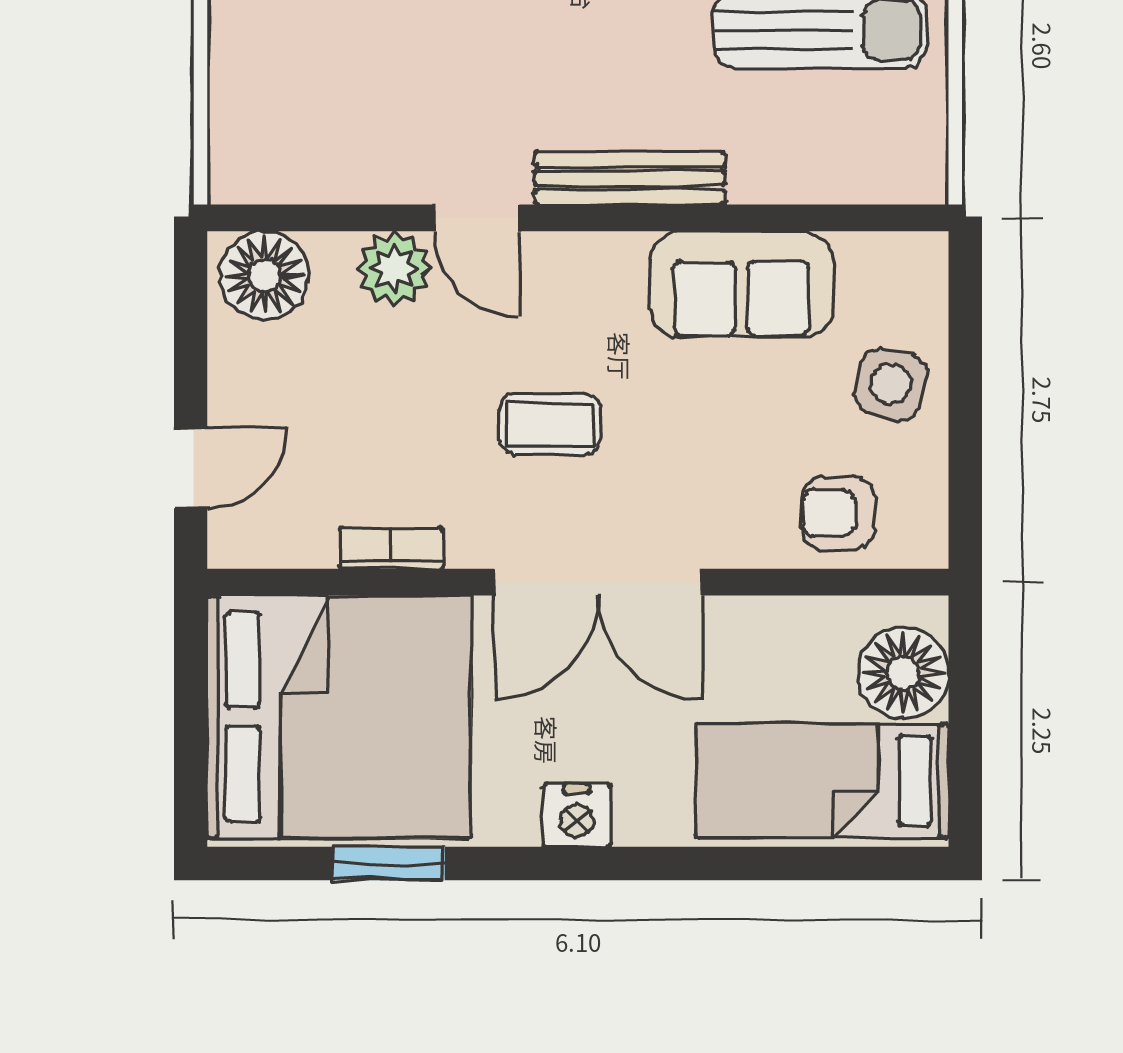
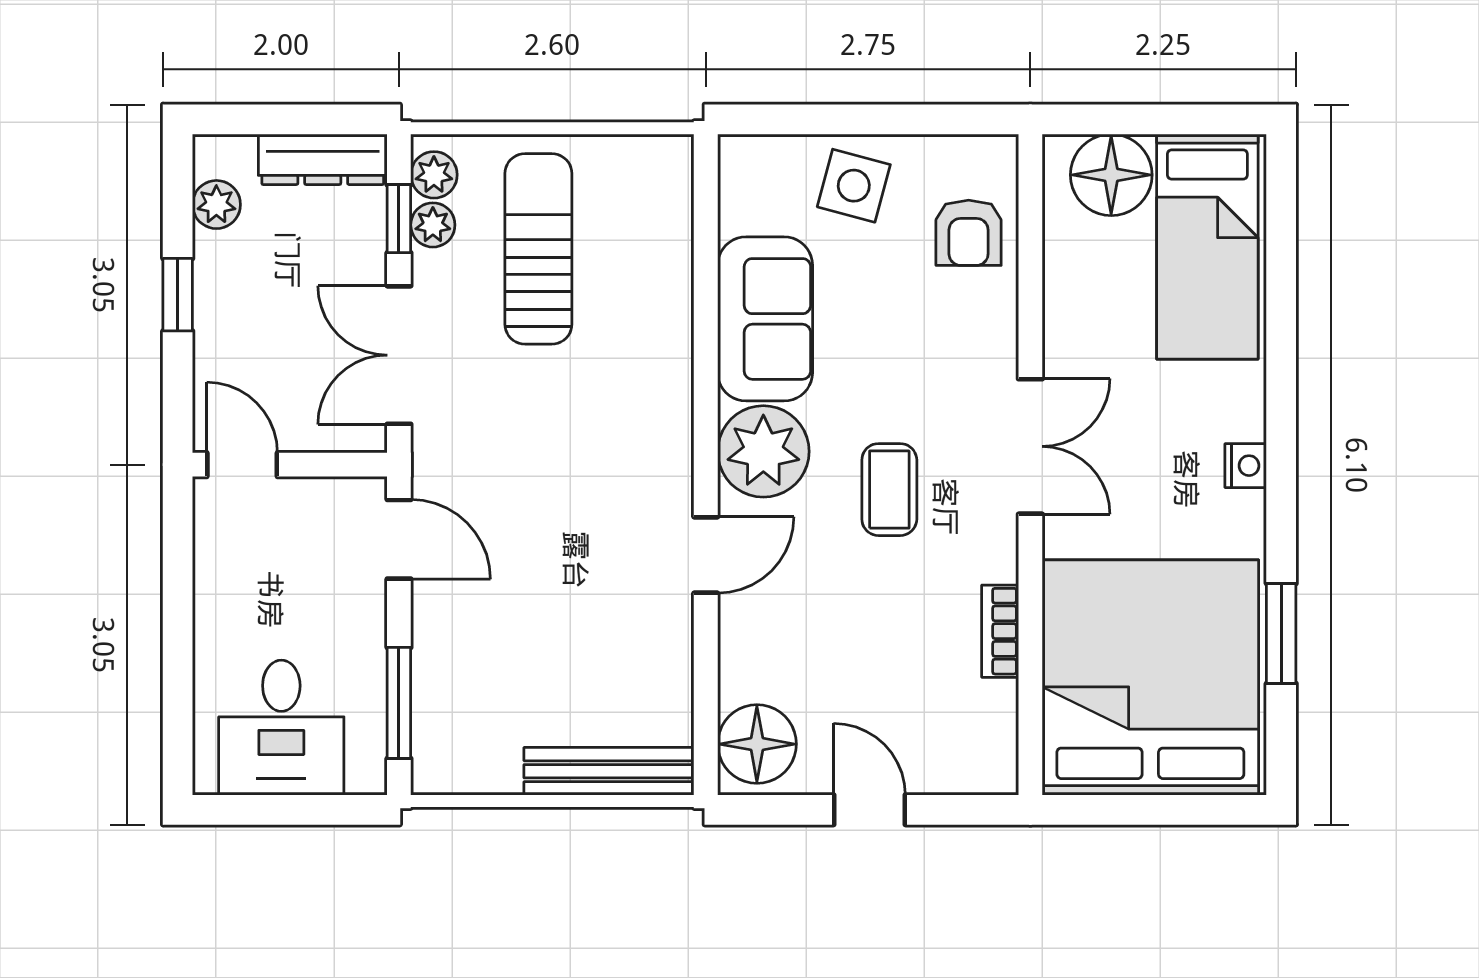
bench: (630, 178) -> (609, 771), moved, turned 90
plant: (394, 269) -> (763, 451), moved, width x1.36, depth x1.36
door: (191, 468) -> (869, 810), moved
double door: (598, 582) -> (1030, 446), width x0.73
nightstand: (577, 816) -> (1246, 466), width x0.72, depth x0.74

